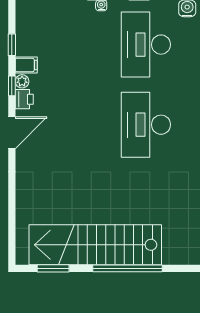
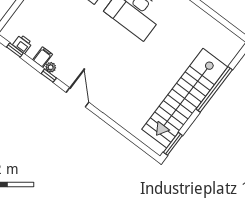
window: (12, 45) -> (15, 50), moved
printer: (24, 99) -> (22, 44), moved
window: (53, 268) -> (173, 144), moved

